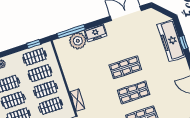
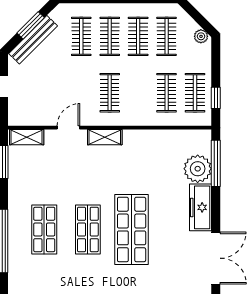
freezer: (96, 33) -> (201, 207), width x1.40
shop shelf: (125, 67) -> (132, 229), width x1.43, depth x1.36
clothes rail: (45, 89) -> (138, 93), removed

